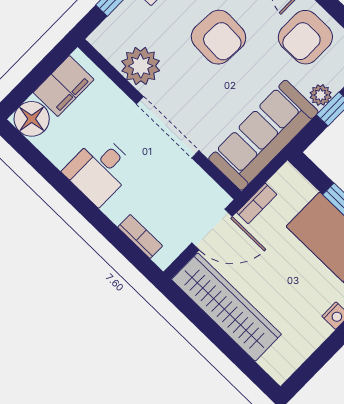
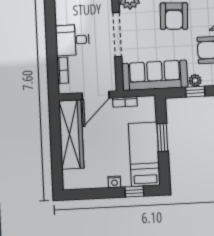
desk: (100, 170) -> (72, 40), moved
door: (212, 230) -> (96, 95), hinge flipped

